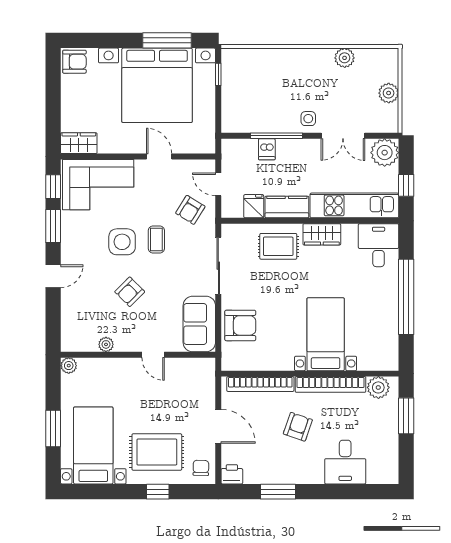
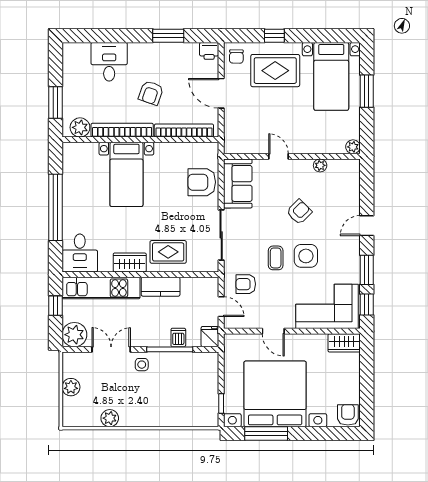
armchair: (74, 62) -> (348, 415), turned 90
fridge: (254, 206) -> (210, 337), moved, turned 180
armchair: (190, 210) -> (246, 284), turned -122

